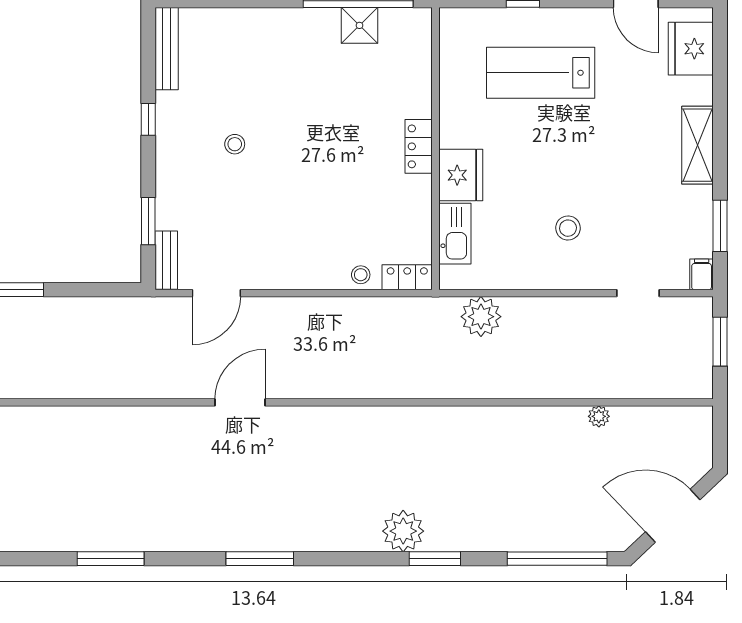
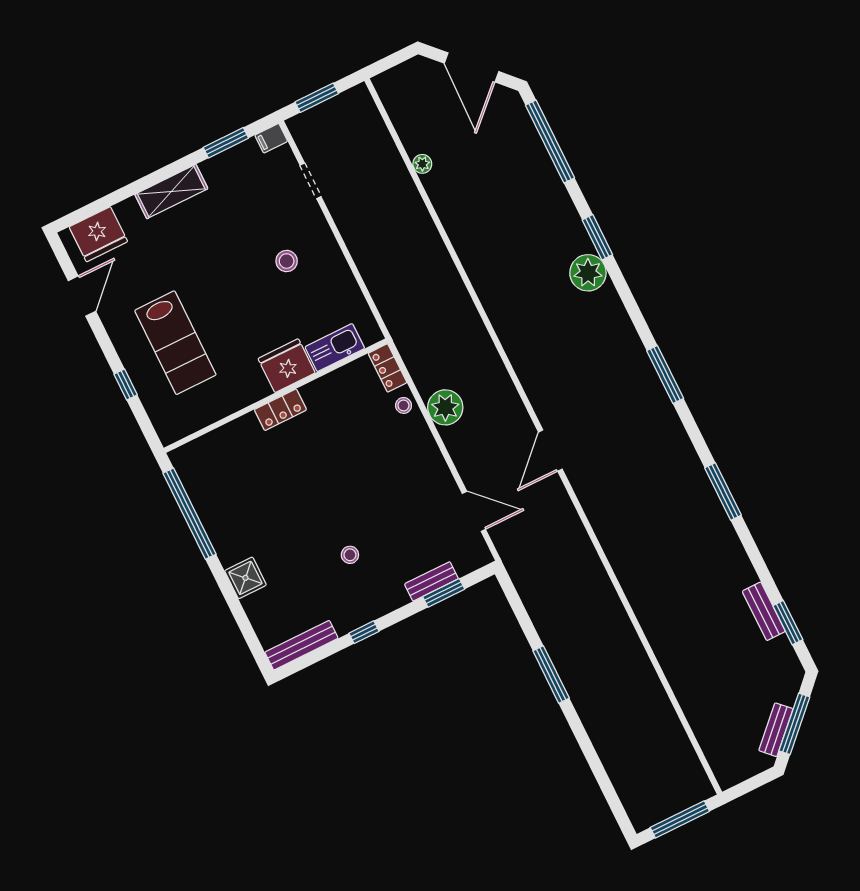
shower: (359, 25) -> (245, 578), moved
bench: (166, 260) -> (431, 581), moved
plant: (481, 317) -> (445, 407), moved
door: (240, 402) -> (550, 451), hinge flipped

